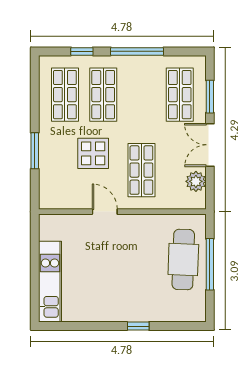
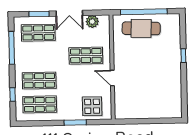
window: (137, 51) -> (12, 48), moved
display table: (93, 153) -> (92, 106), moved
door: (105, 212) -> (112, 78), hinge flipped
window: (210, 264) -> (144, 12), width x1.46
kitchen unit: (50, 282) -> (157, 111), removed

